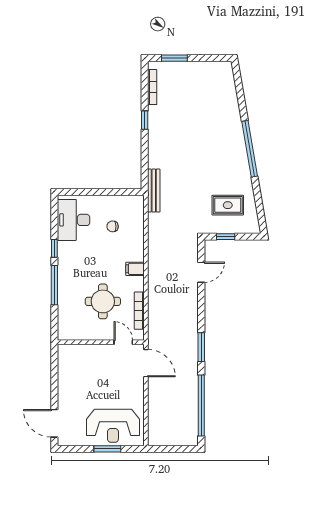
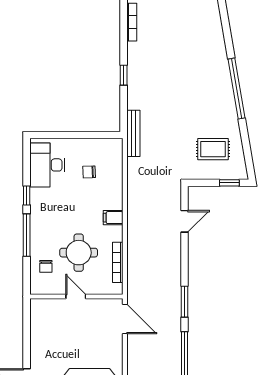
window: (145, 120) -> (124, 75), moved
window: (226, 237) -> (229, 183), moved
chair: (72, 314) -> (46, 266), added
door: (123, 342) -> (76, 297), moved

